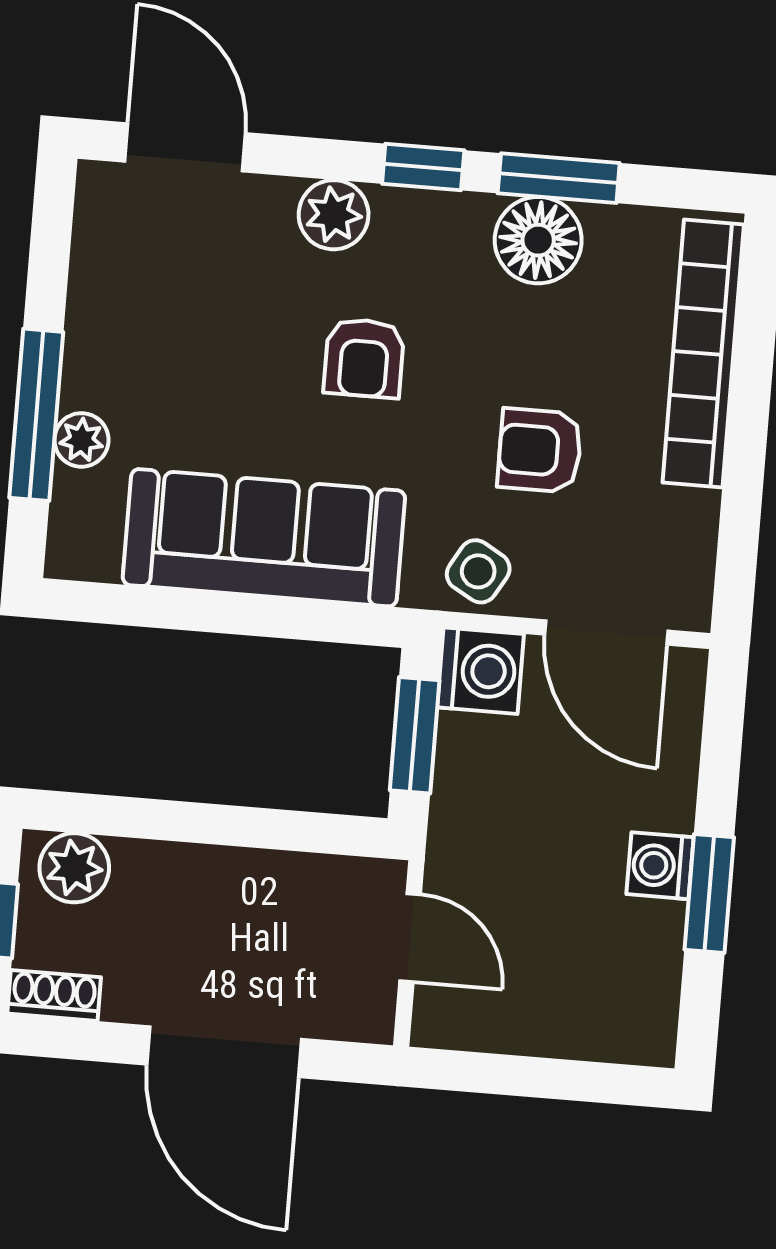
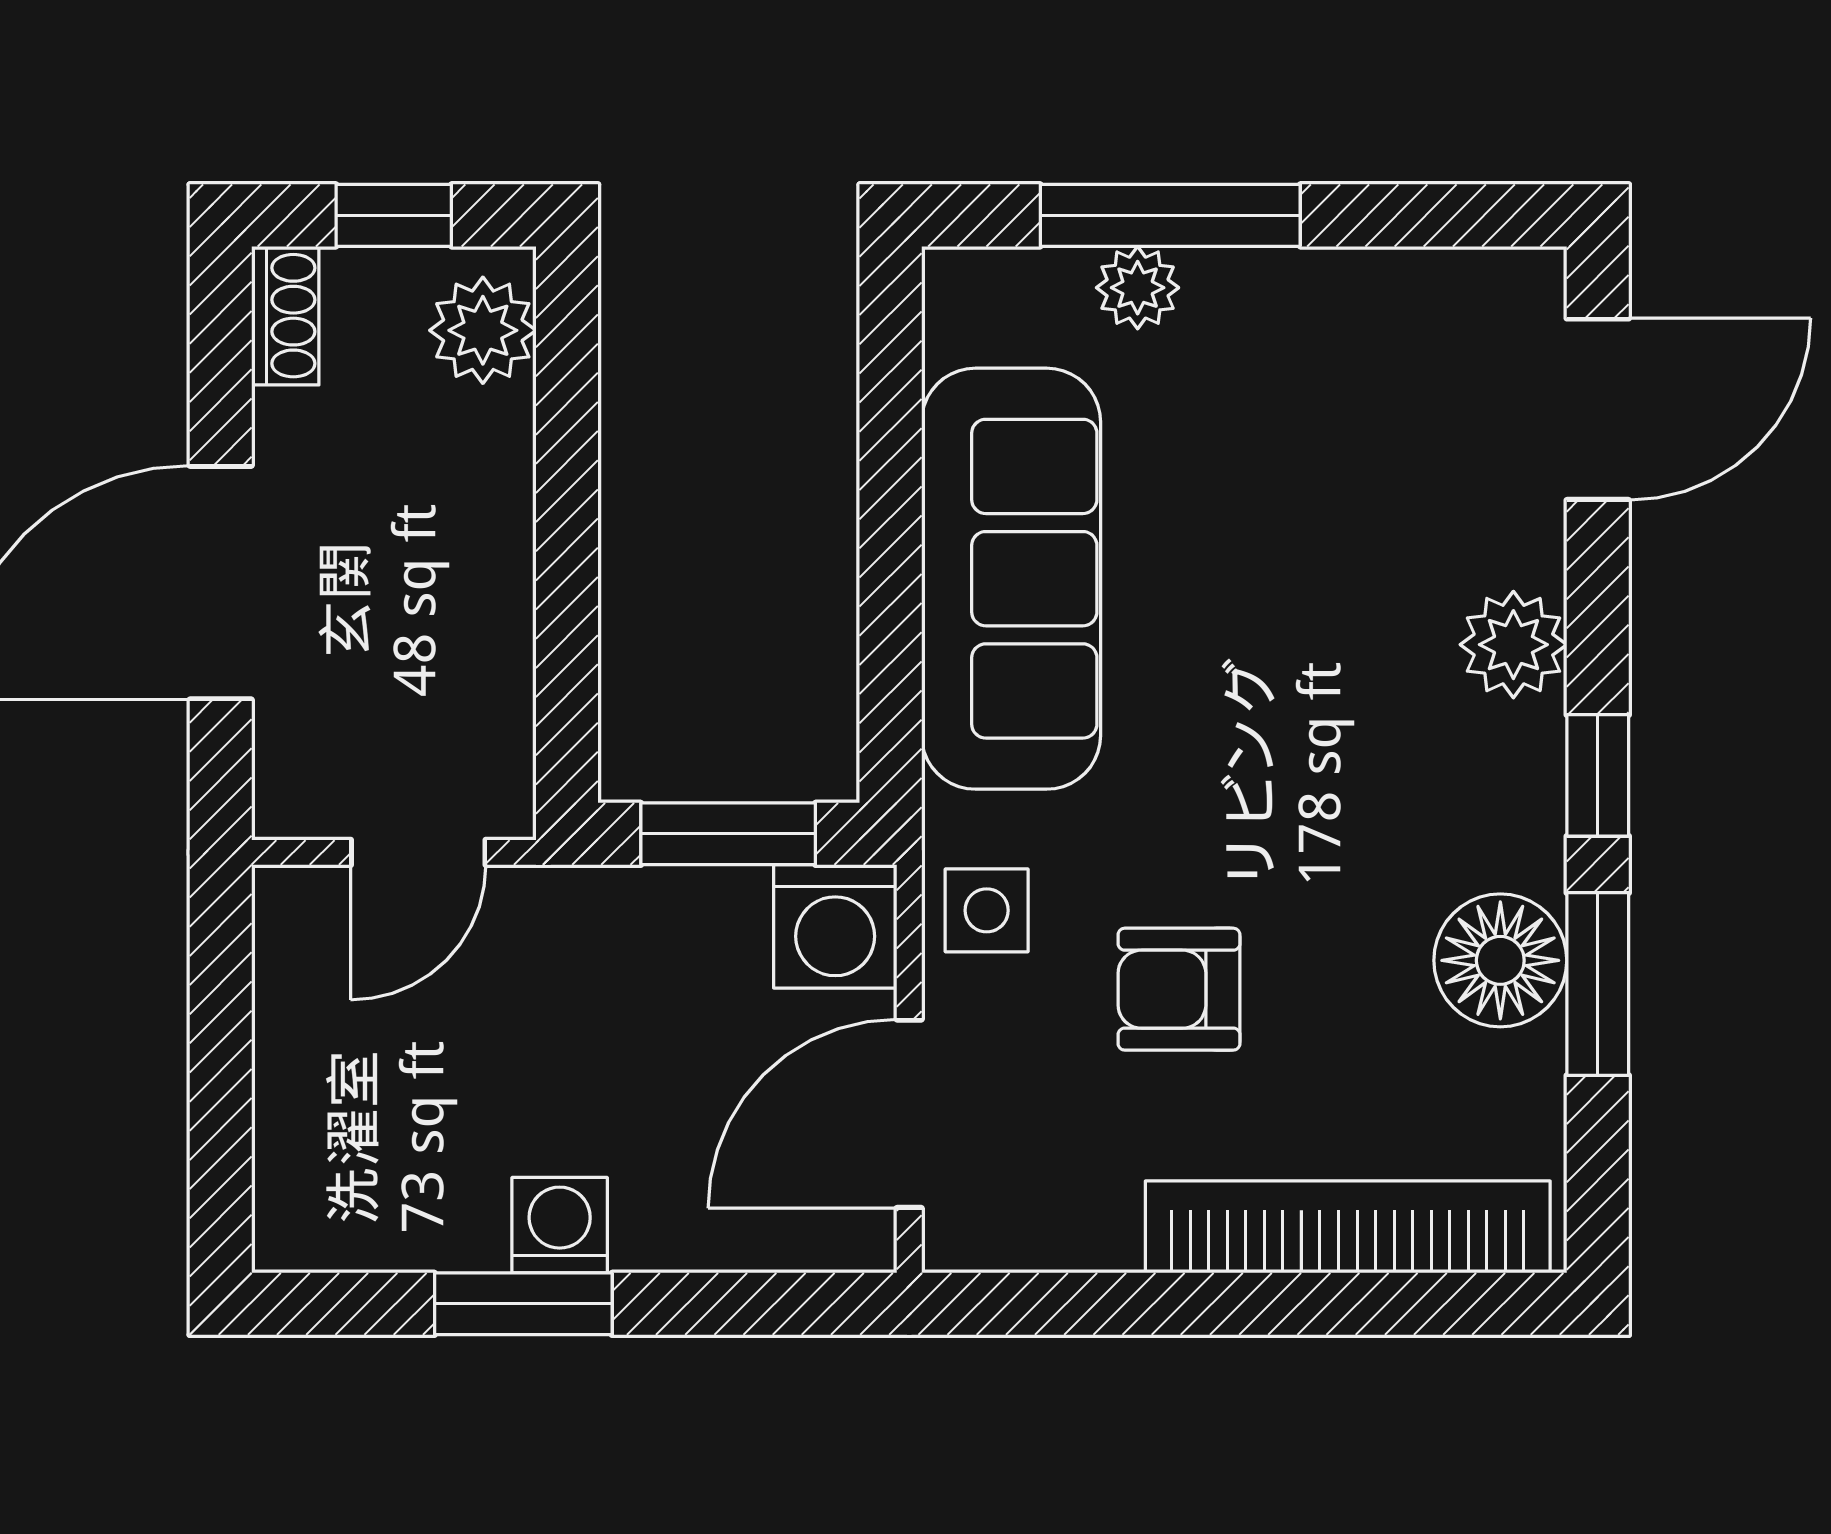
armchair: (364, 358) -> (1298, 709), removed
armchair: (540, 451) -> (1179, 989), turned -90
side table: (478, 571) -> (987, 910), turned -30

